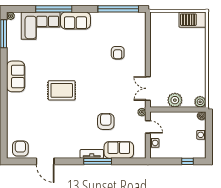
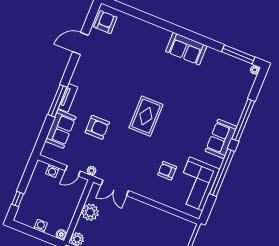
window: (118, 9) -> (222, 173), moved
corner sofa: (41, 26) -> (196, 184), moved
double door: (148, 88) -> (115, 188), swing flipped
rug: (62, 90) -> (146, 116), moved
armchair: (20, 149) -> (105, 22), turned -90

